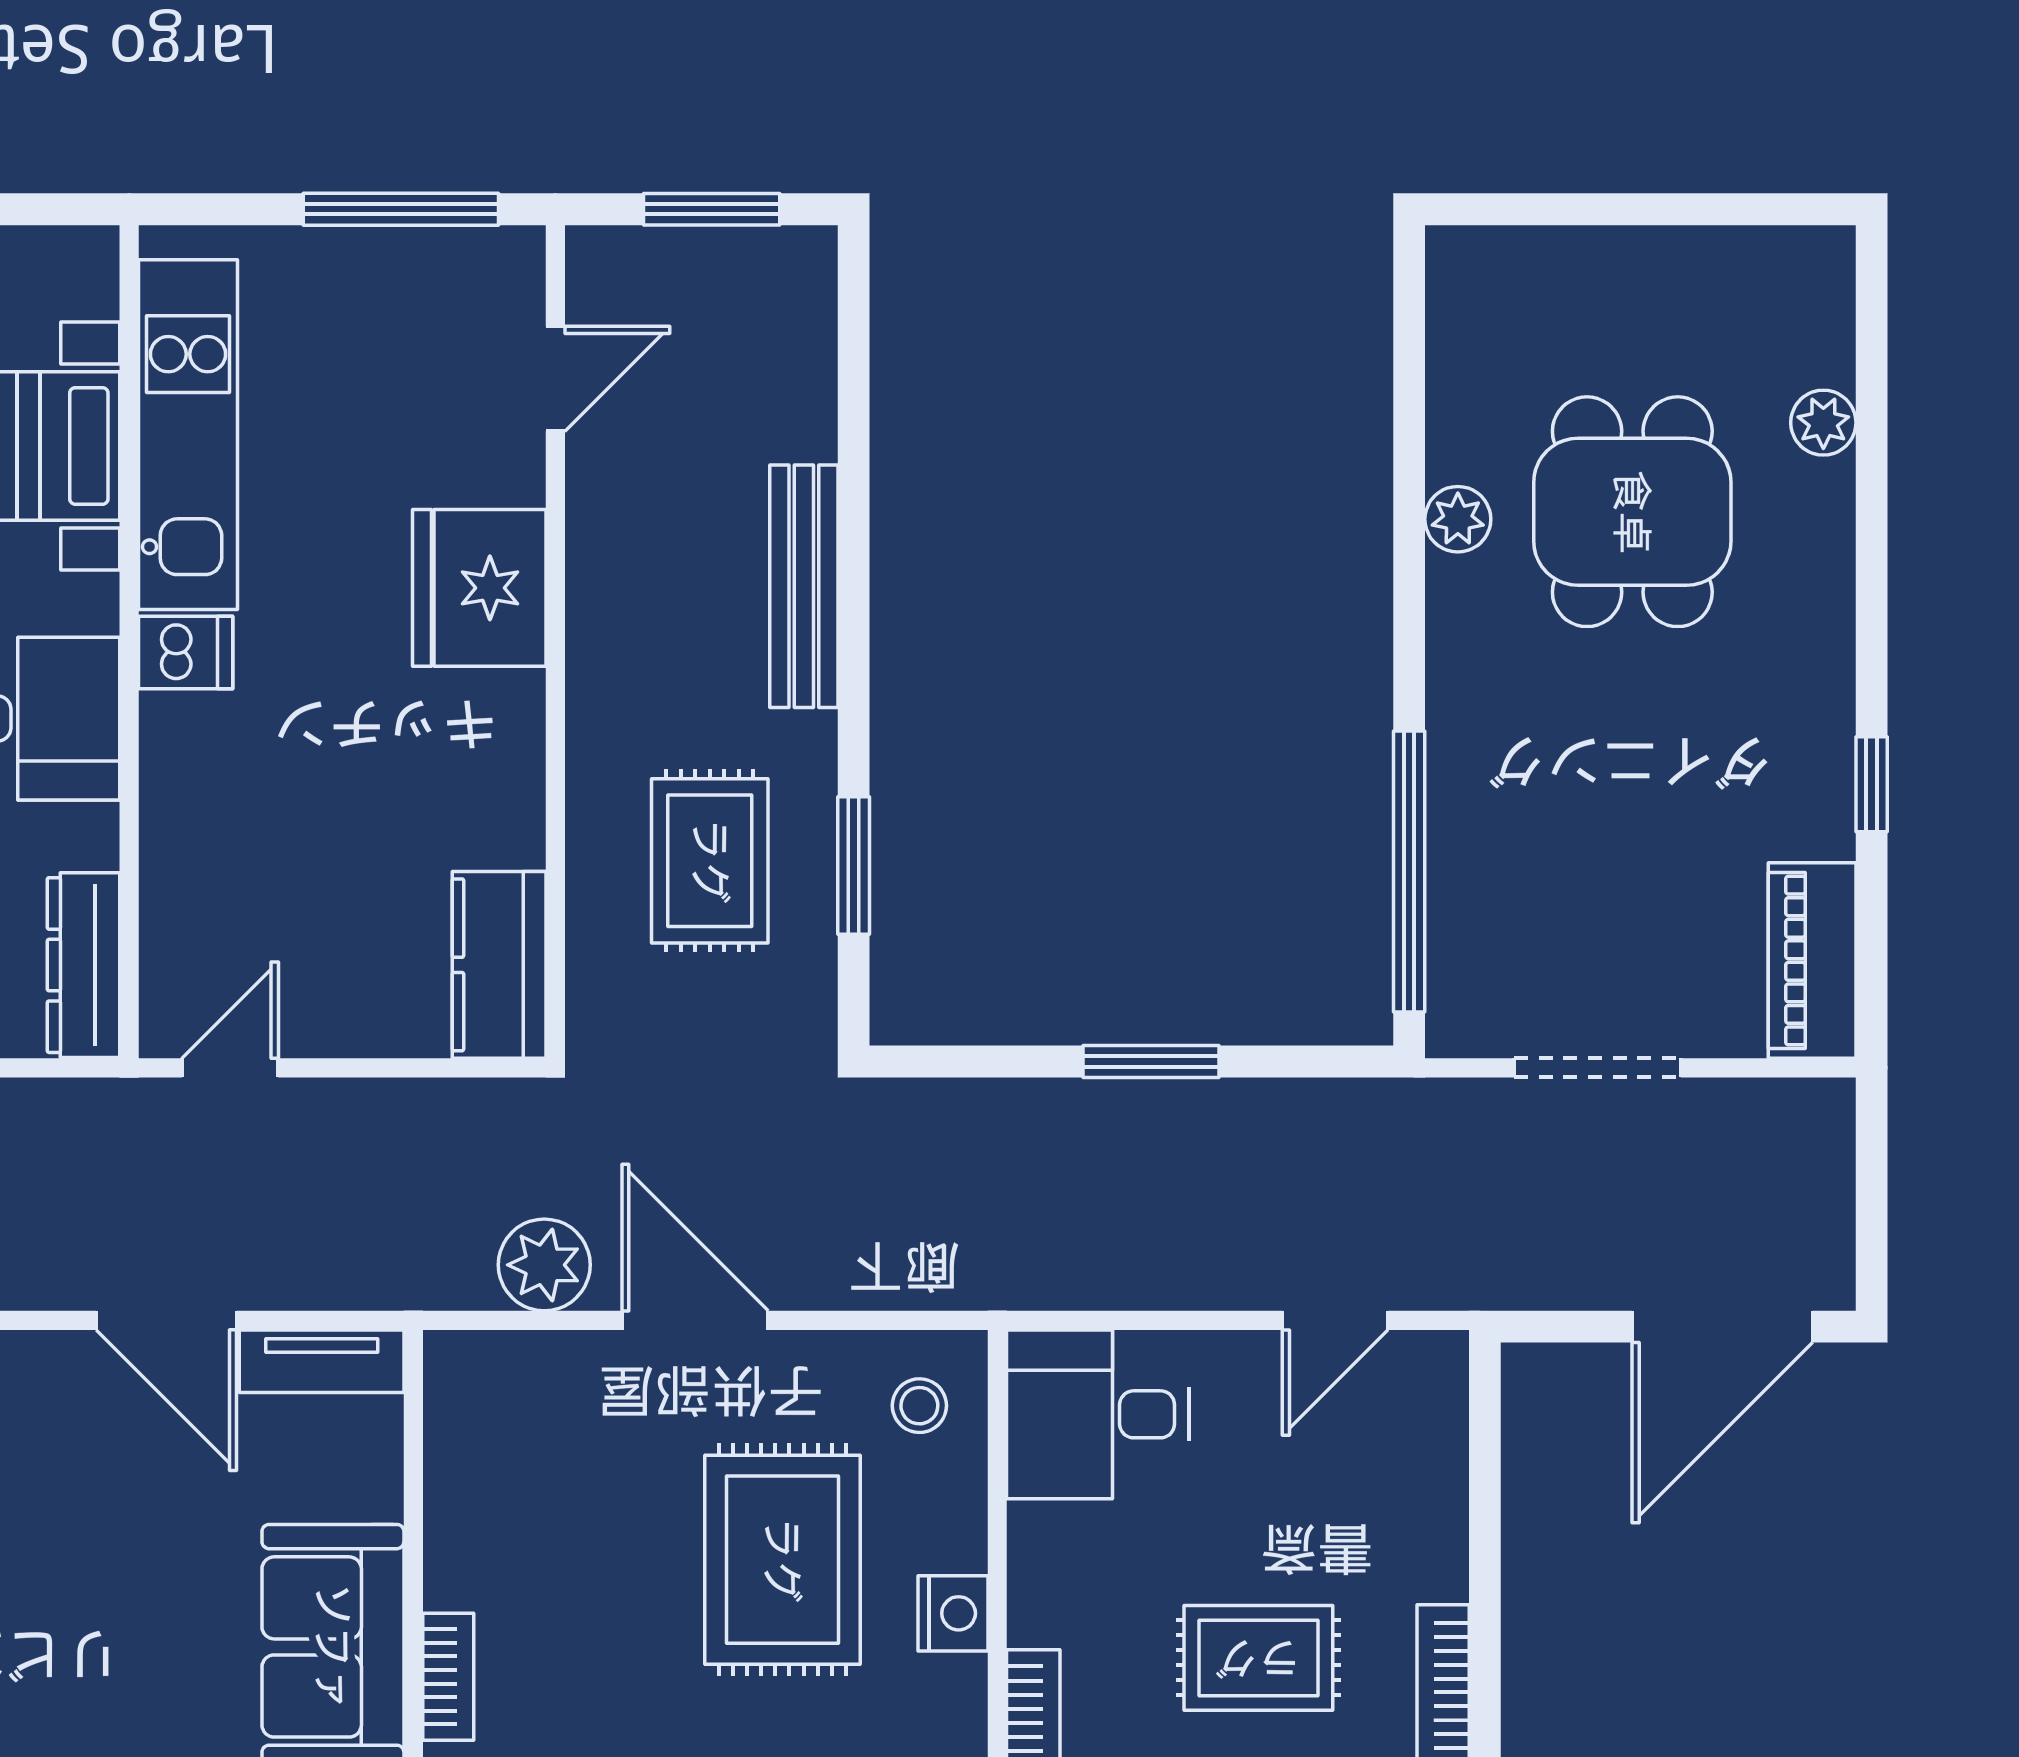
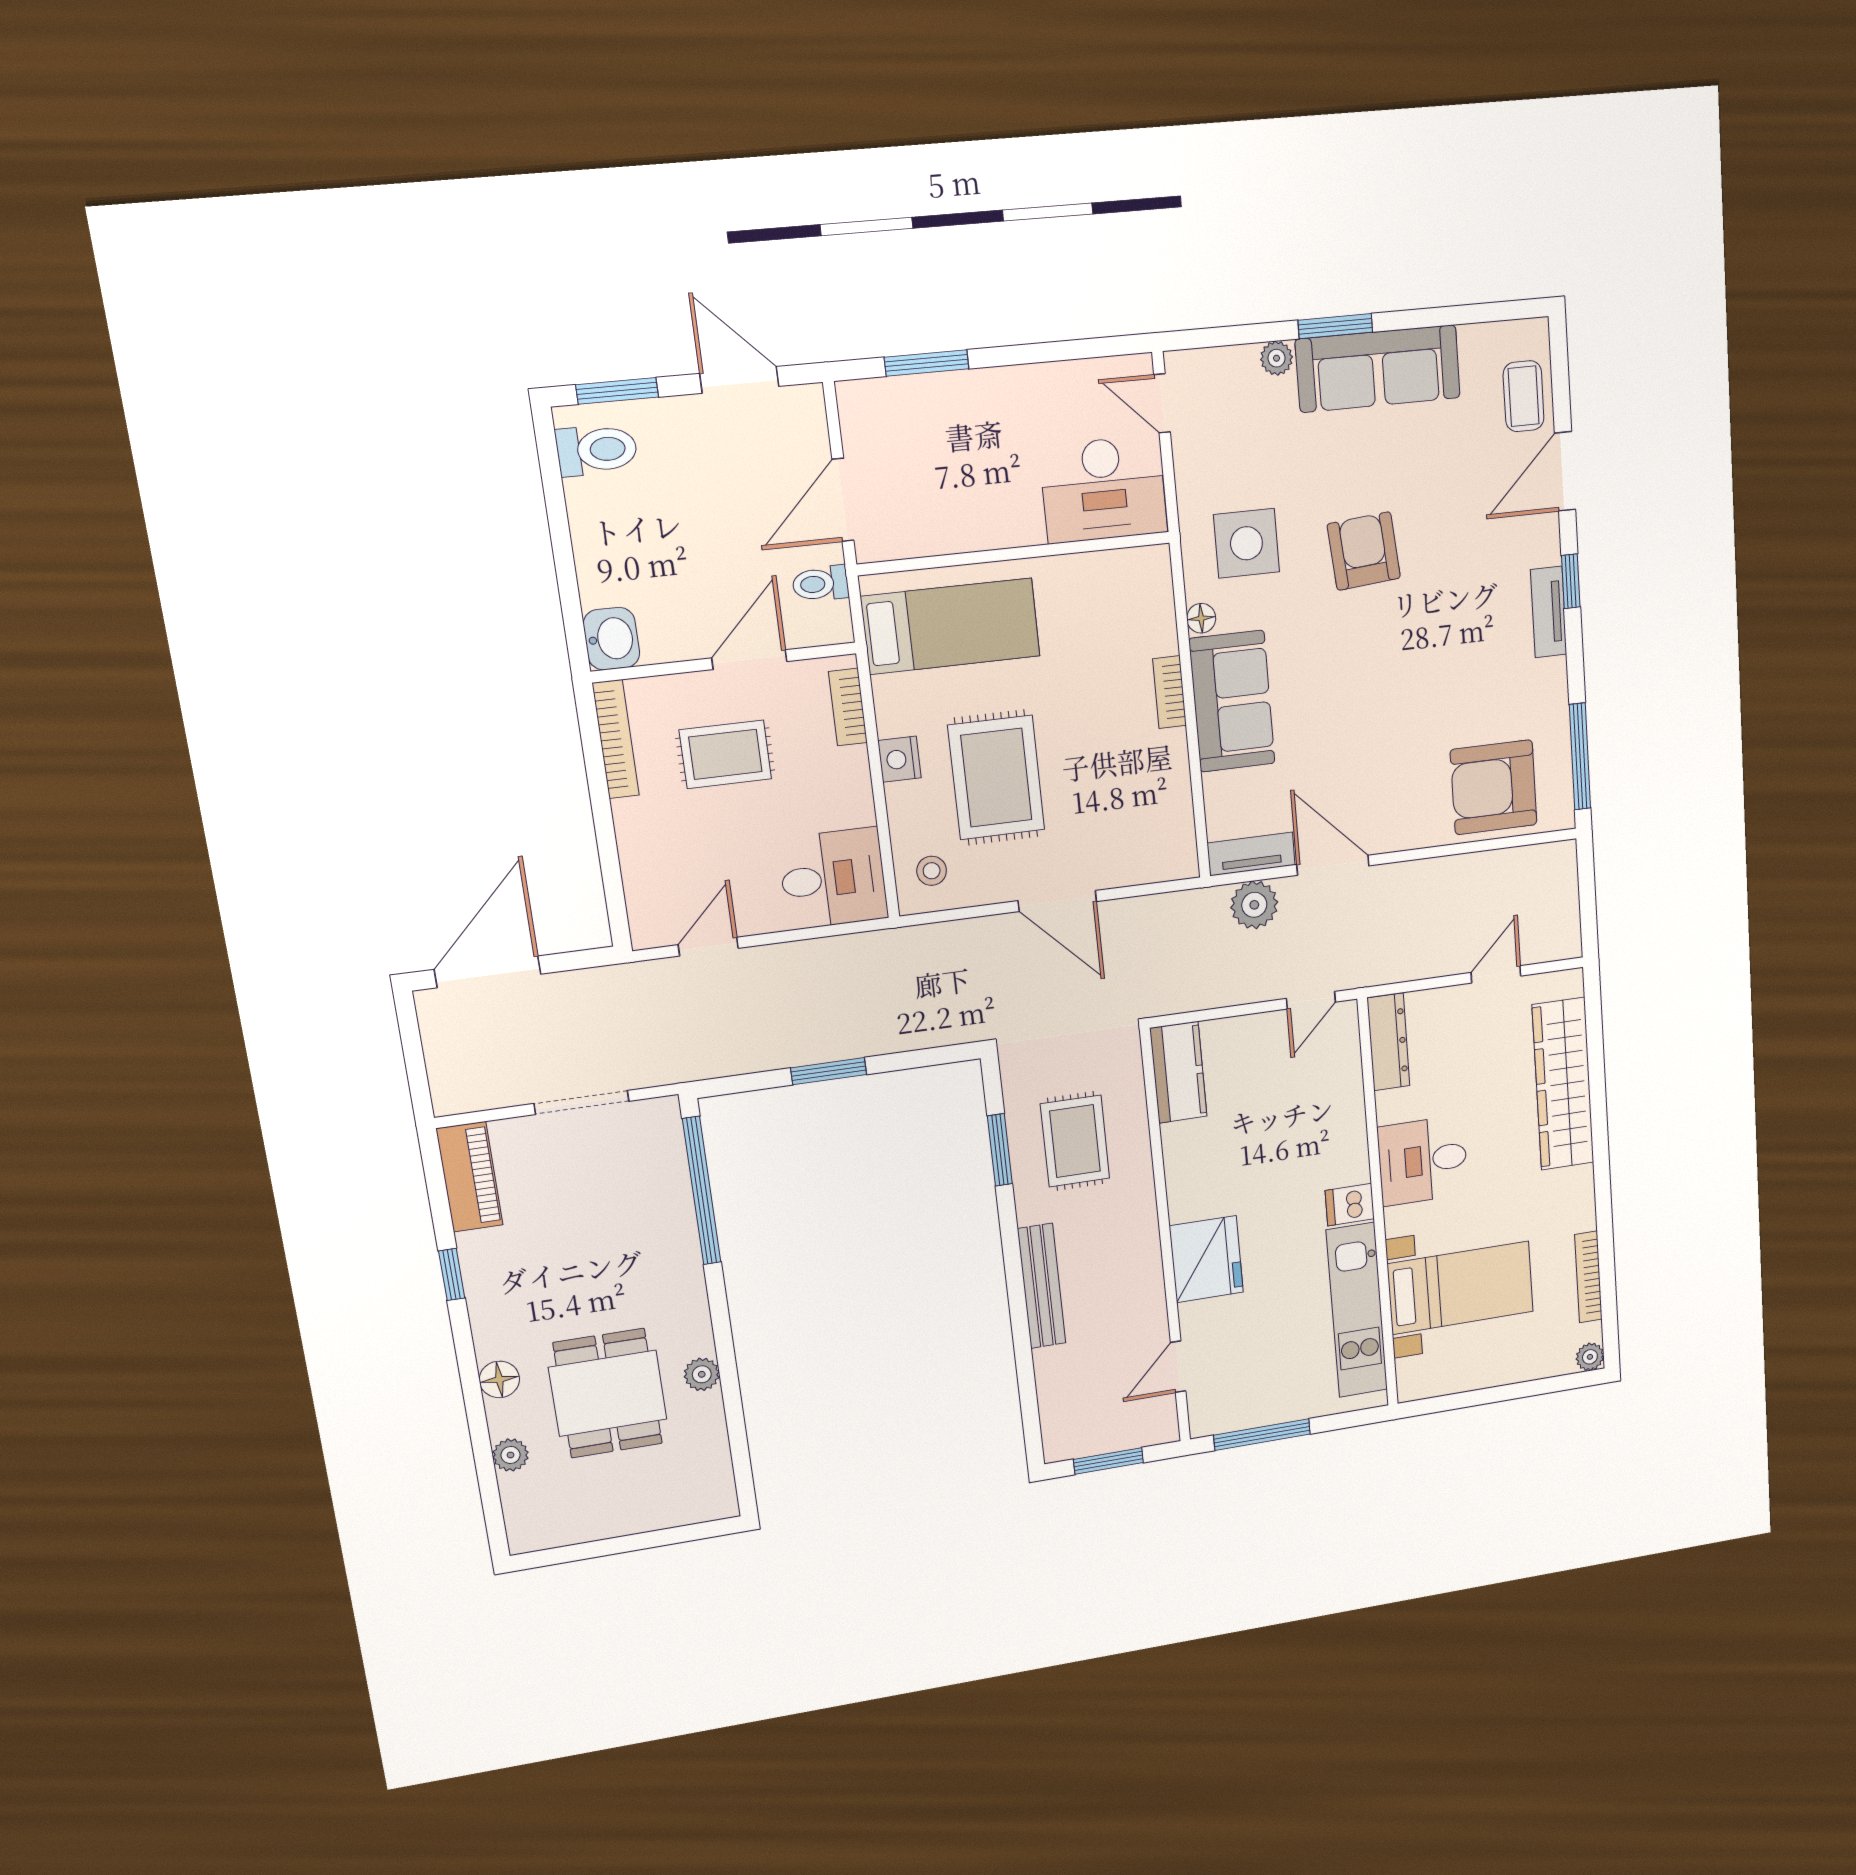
floor lamp: (1820, 572) -> (499, 1379), added
plant: (544, 1265) -> (1254, 905), moved

